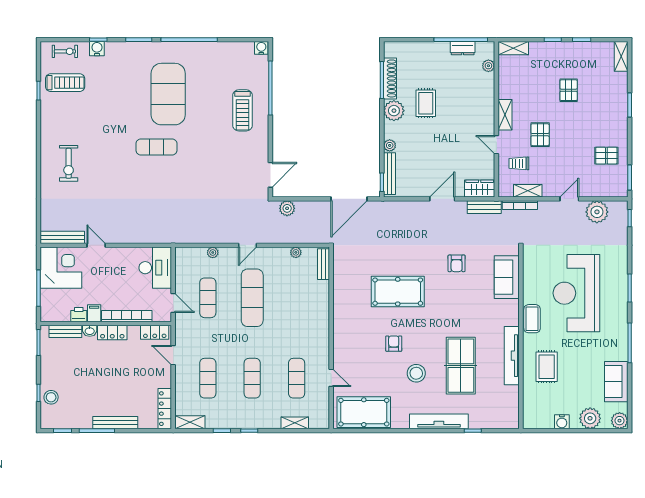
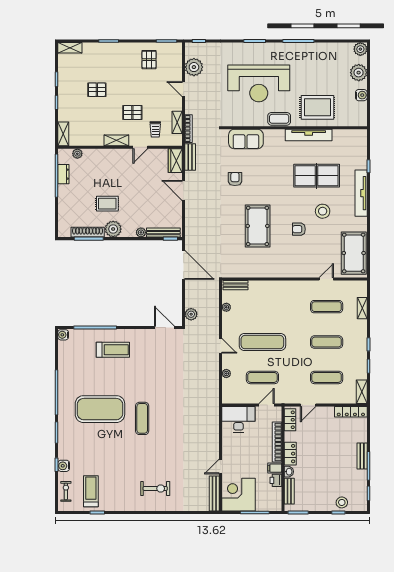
armchair: (457, 263) -> (235, 179), turned -90
rug: (547, 367) -> (317, 107), width x1.36, depth x1.43
sofa: (616, 382) -> (329, 52), removed
bench: (115, 423) -> (362, 456), width x0.73

